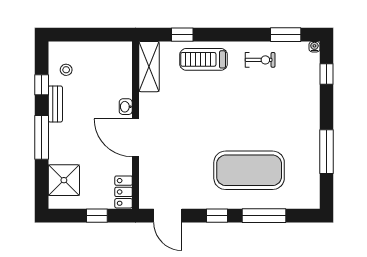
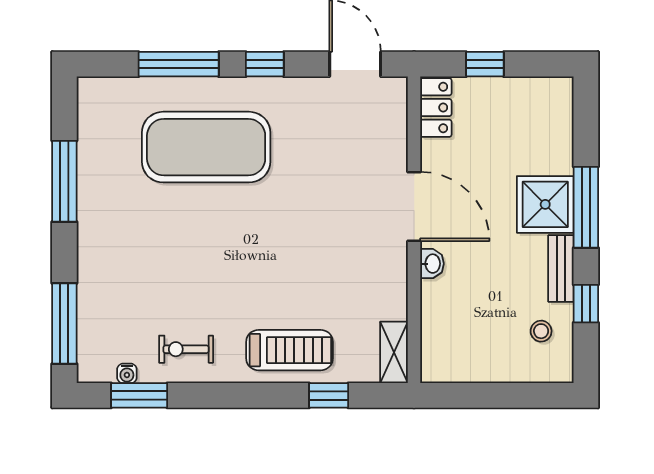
water cooler: (314, 47) -> (127, 373), moved
shelving: (149, 67) -> (394, 352), width x0.67, depth x0.75
window: (326, 74) -> (64, 324), width x2.17
shower: (64, 180) -> (545, 204), moved

